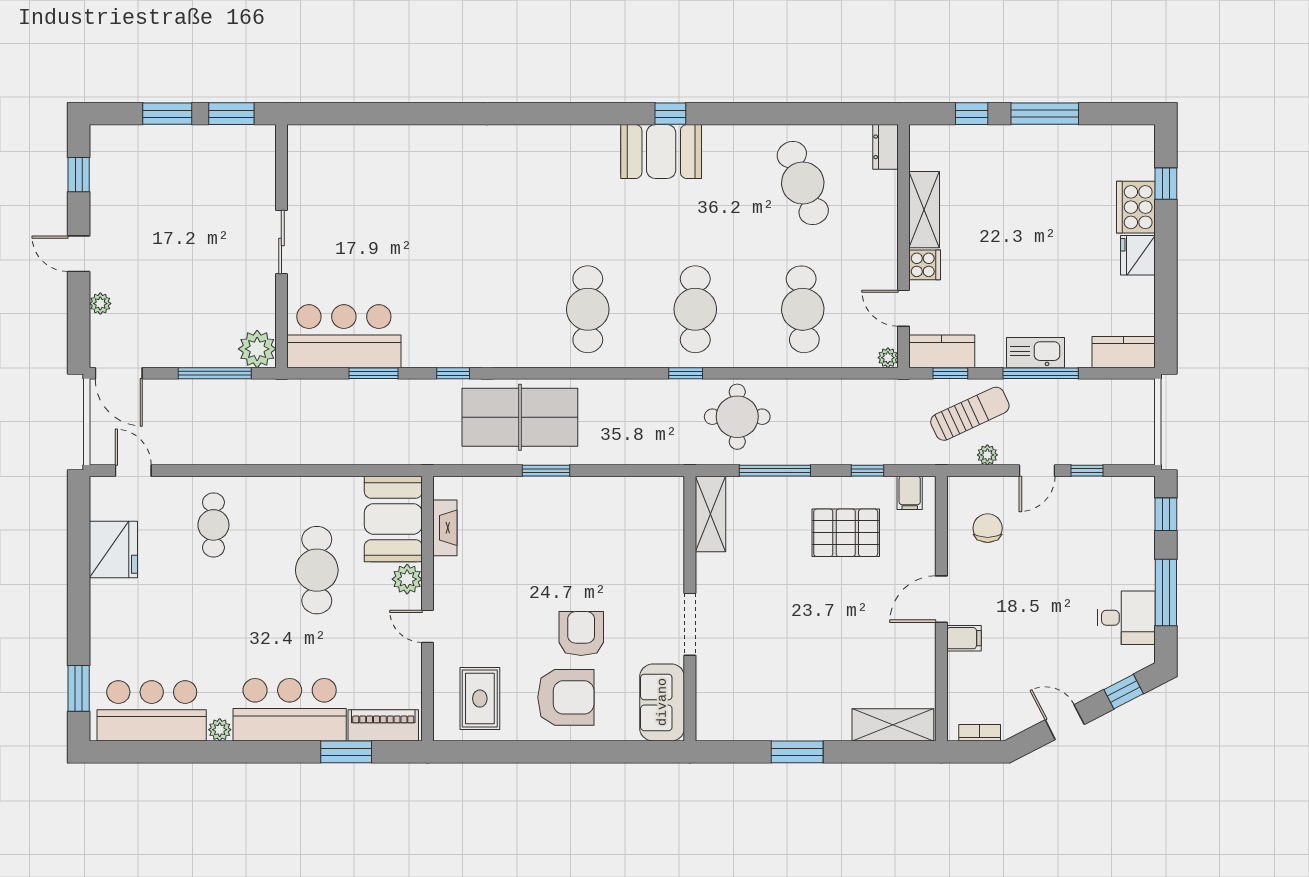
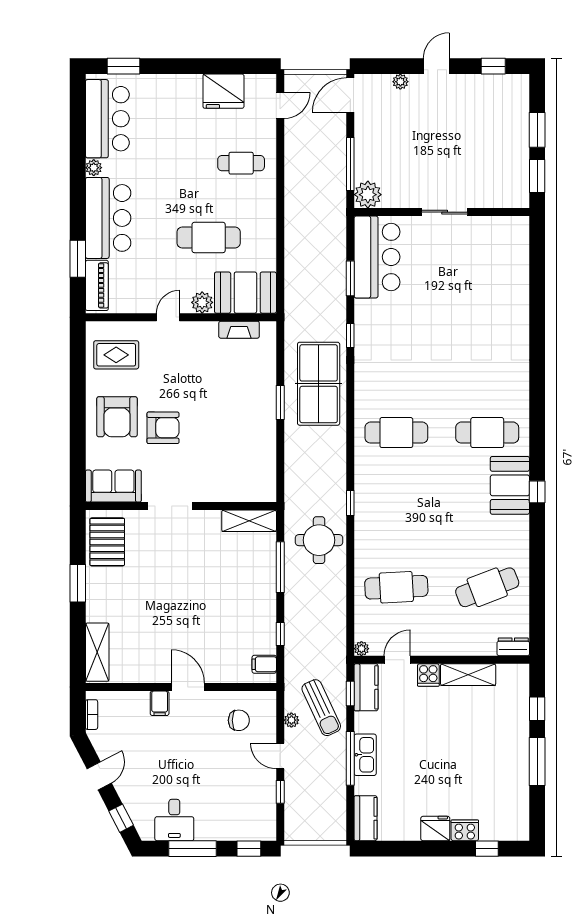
cooker: (1136, 207) -> (465, 830), width x0.73, depth x0.76
cafe table: (695, 309) -> (487, 433), moved
pallet: (846, 533) -> (107, 542), moved

